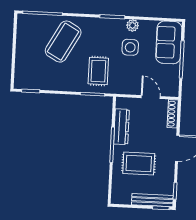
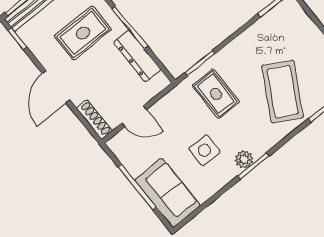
plant: (133, 25) -> (244, 159), moved

